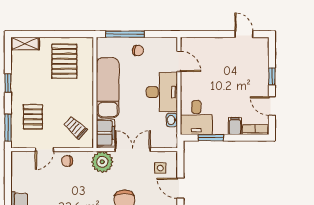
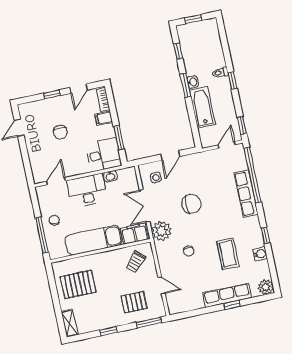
chair: (230, 77) -> (60, 132), added
chair: (67, 161) -> (189, 251), moved

